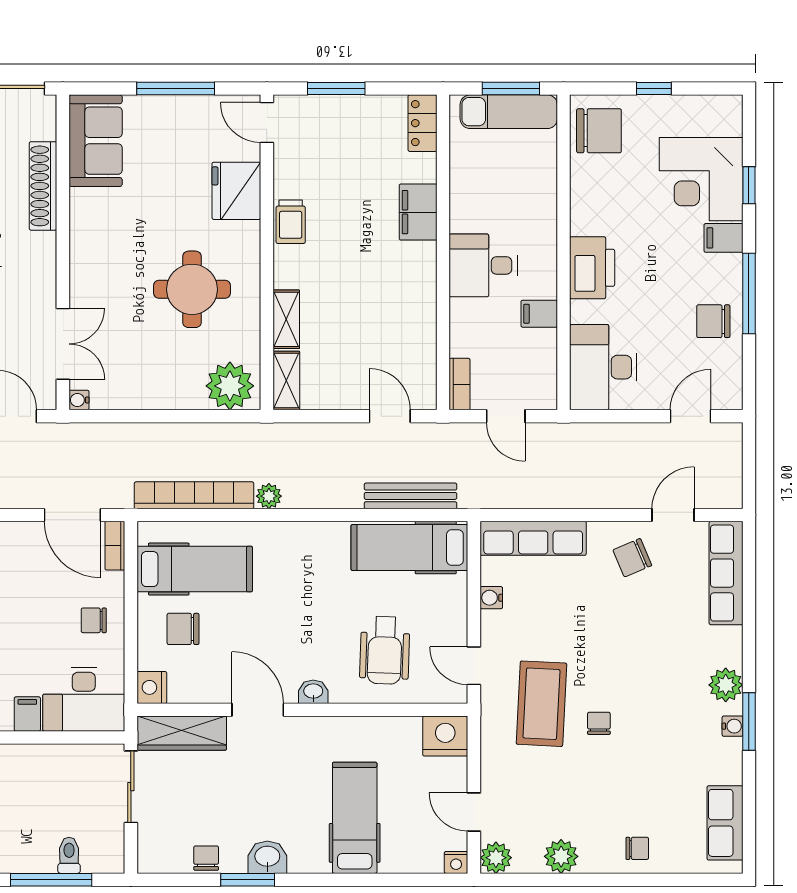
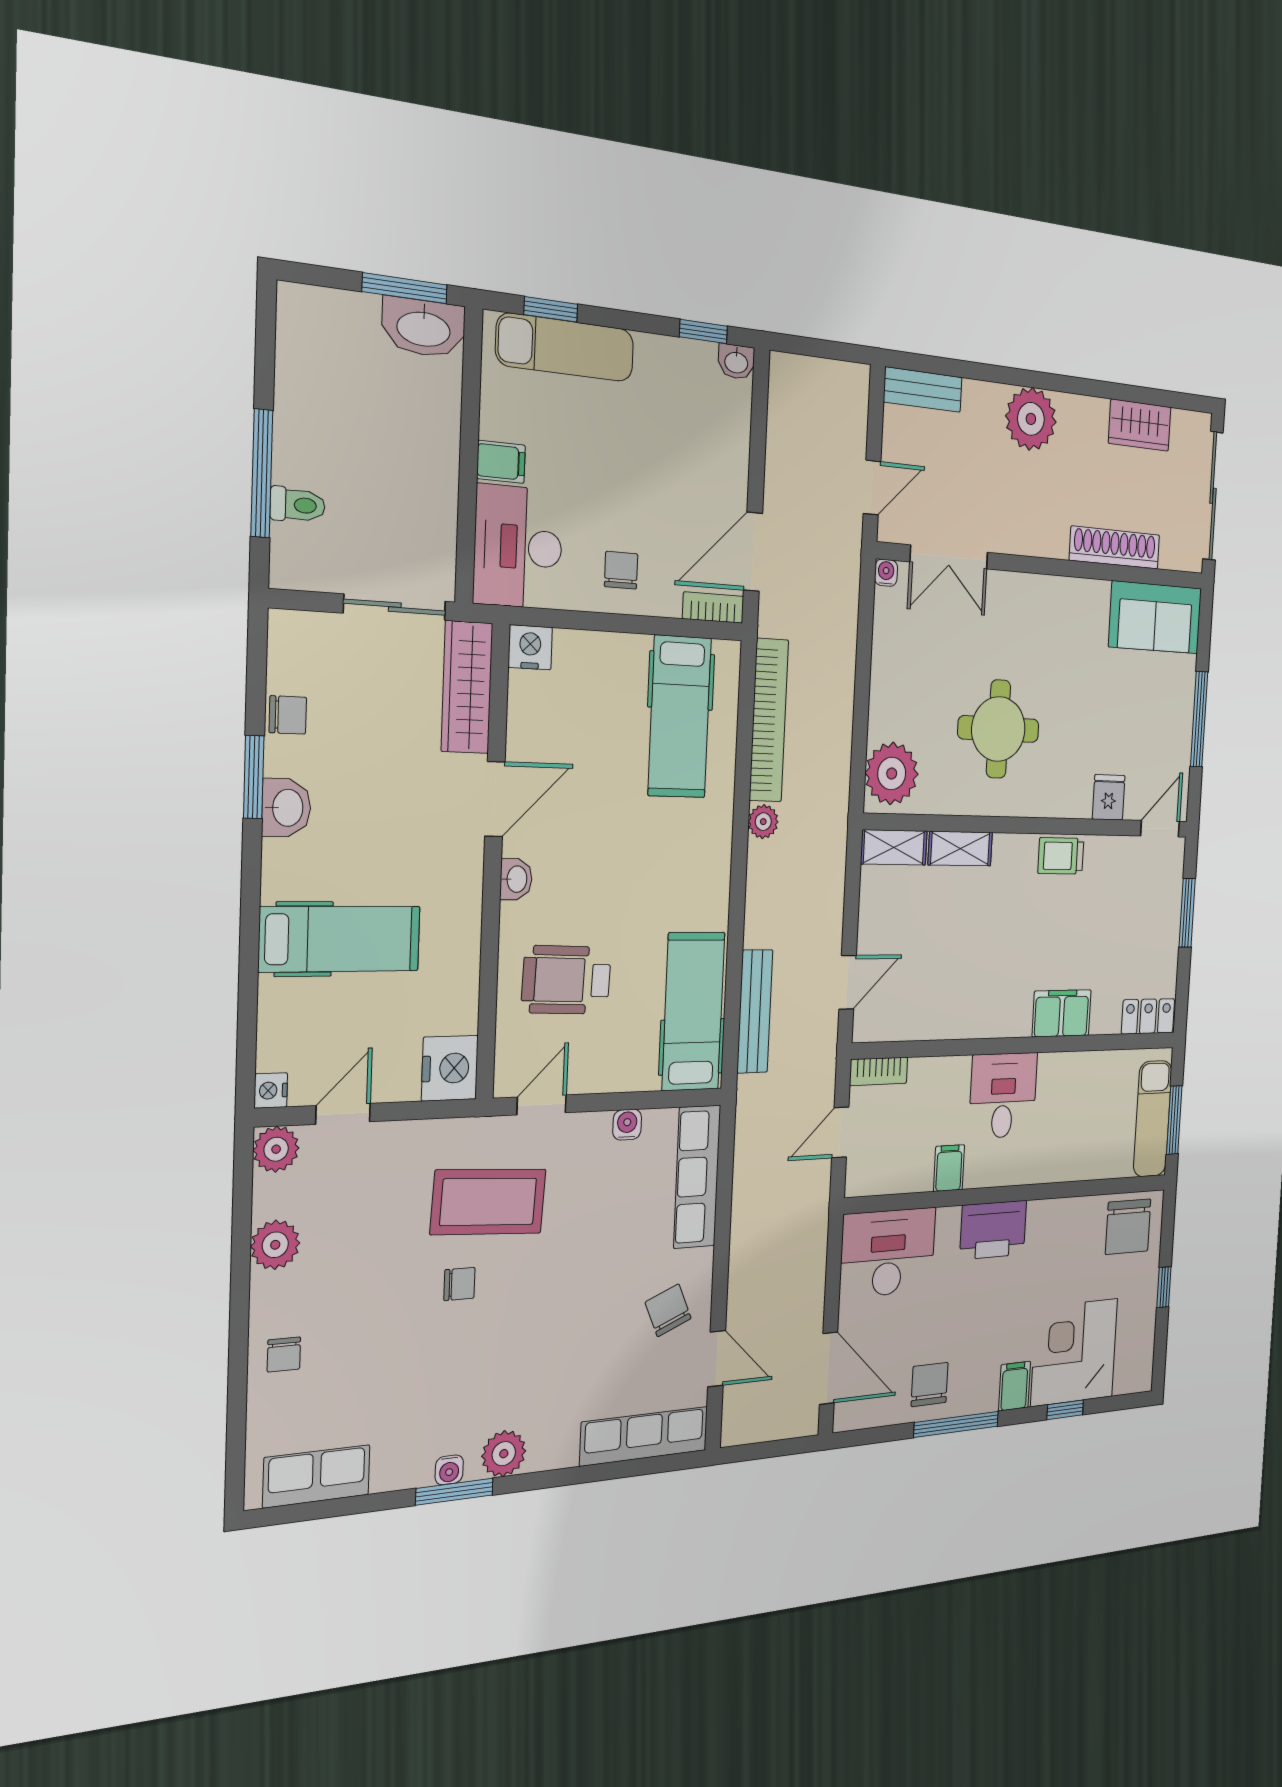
fridge: (236, 191) -> (1109, 797), width x0.53, depth x0.75
door: (691, 416) -> (829, 1368), width x1.38
chair: (183, 629) -> (605, 697), removed

